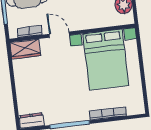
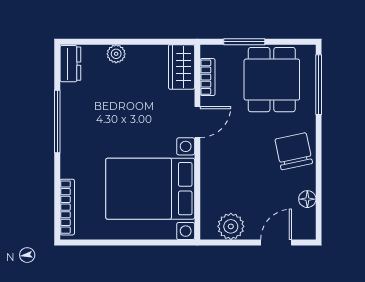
plant: (22, 92) -> (116, 54), added
bookcase: (108, 113) -> (67, 207), moved

